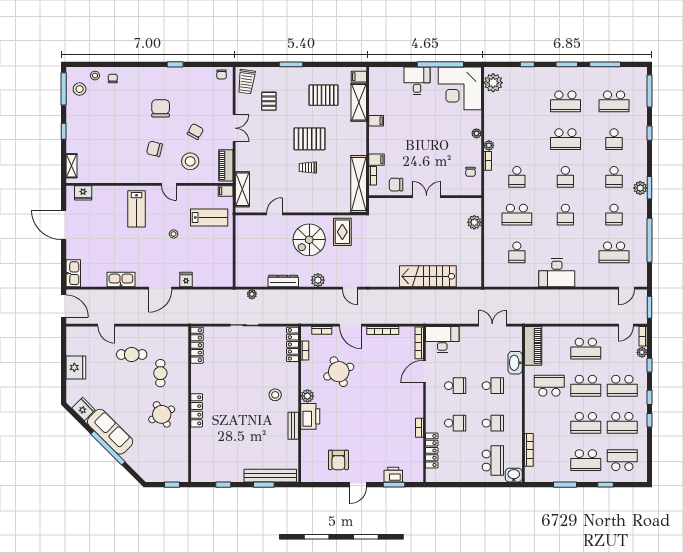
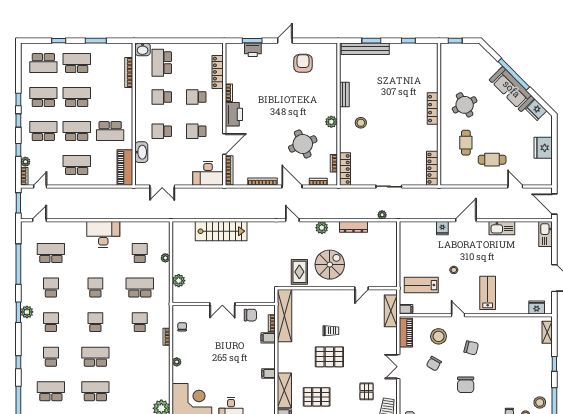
plant: (489, 145) -> (165, 258), moved
printer: (310, 416) -> (234, 114), moved, turned 180

